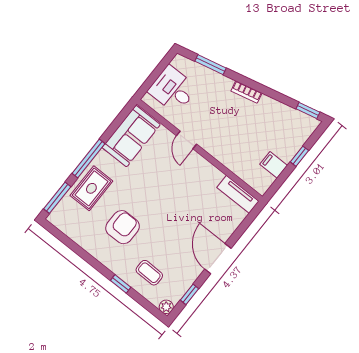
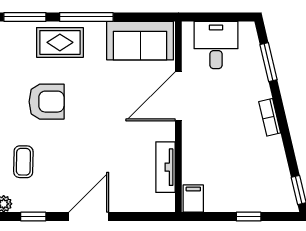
door: (186, 140) -> (178, 96), width x1.88
filing cabinet: (274, 165) -> (193, 199), moved
tv unit: (238, 194) -> (165, 167), moved

